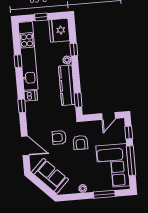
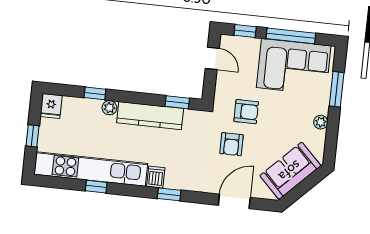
fridge: (59, 30) -> (51, 106), width x0.53, depth x0.75

